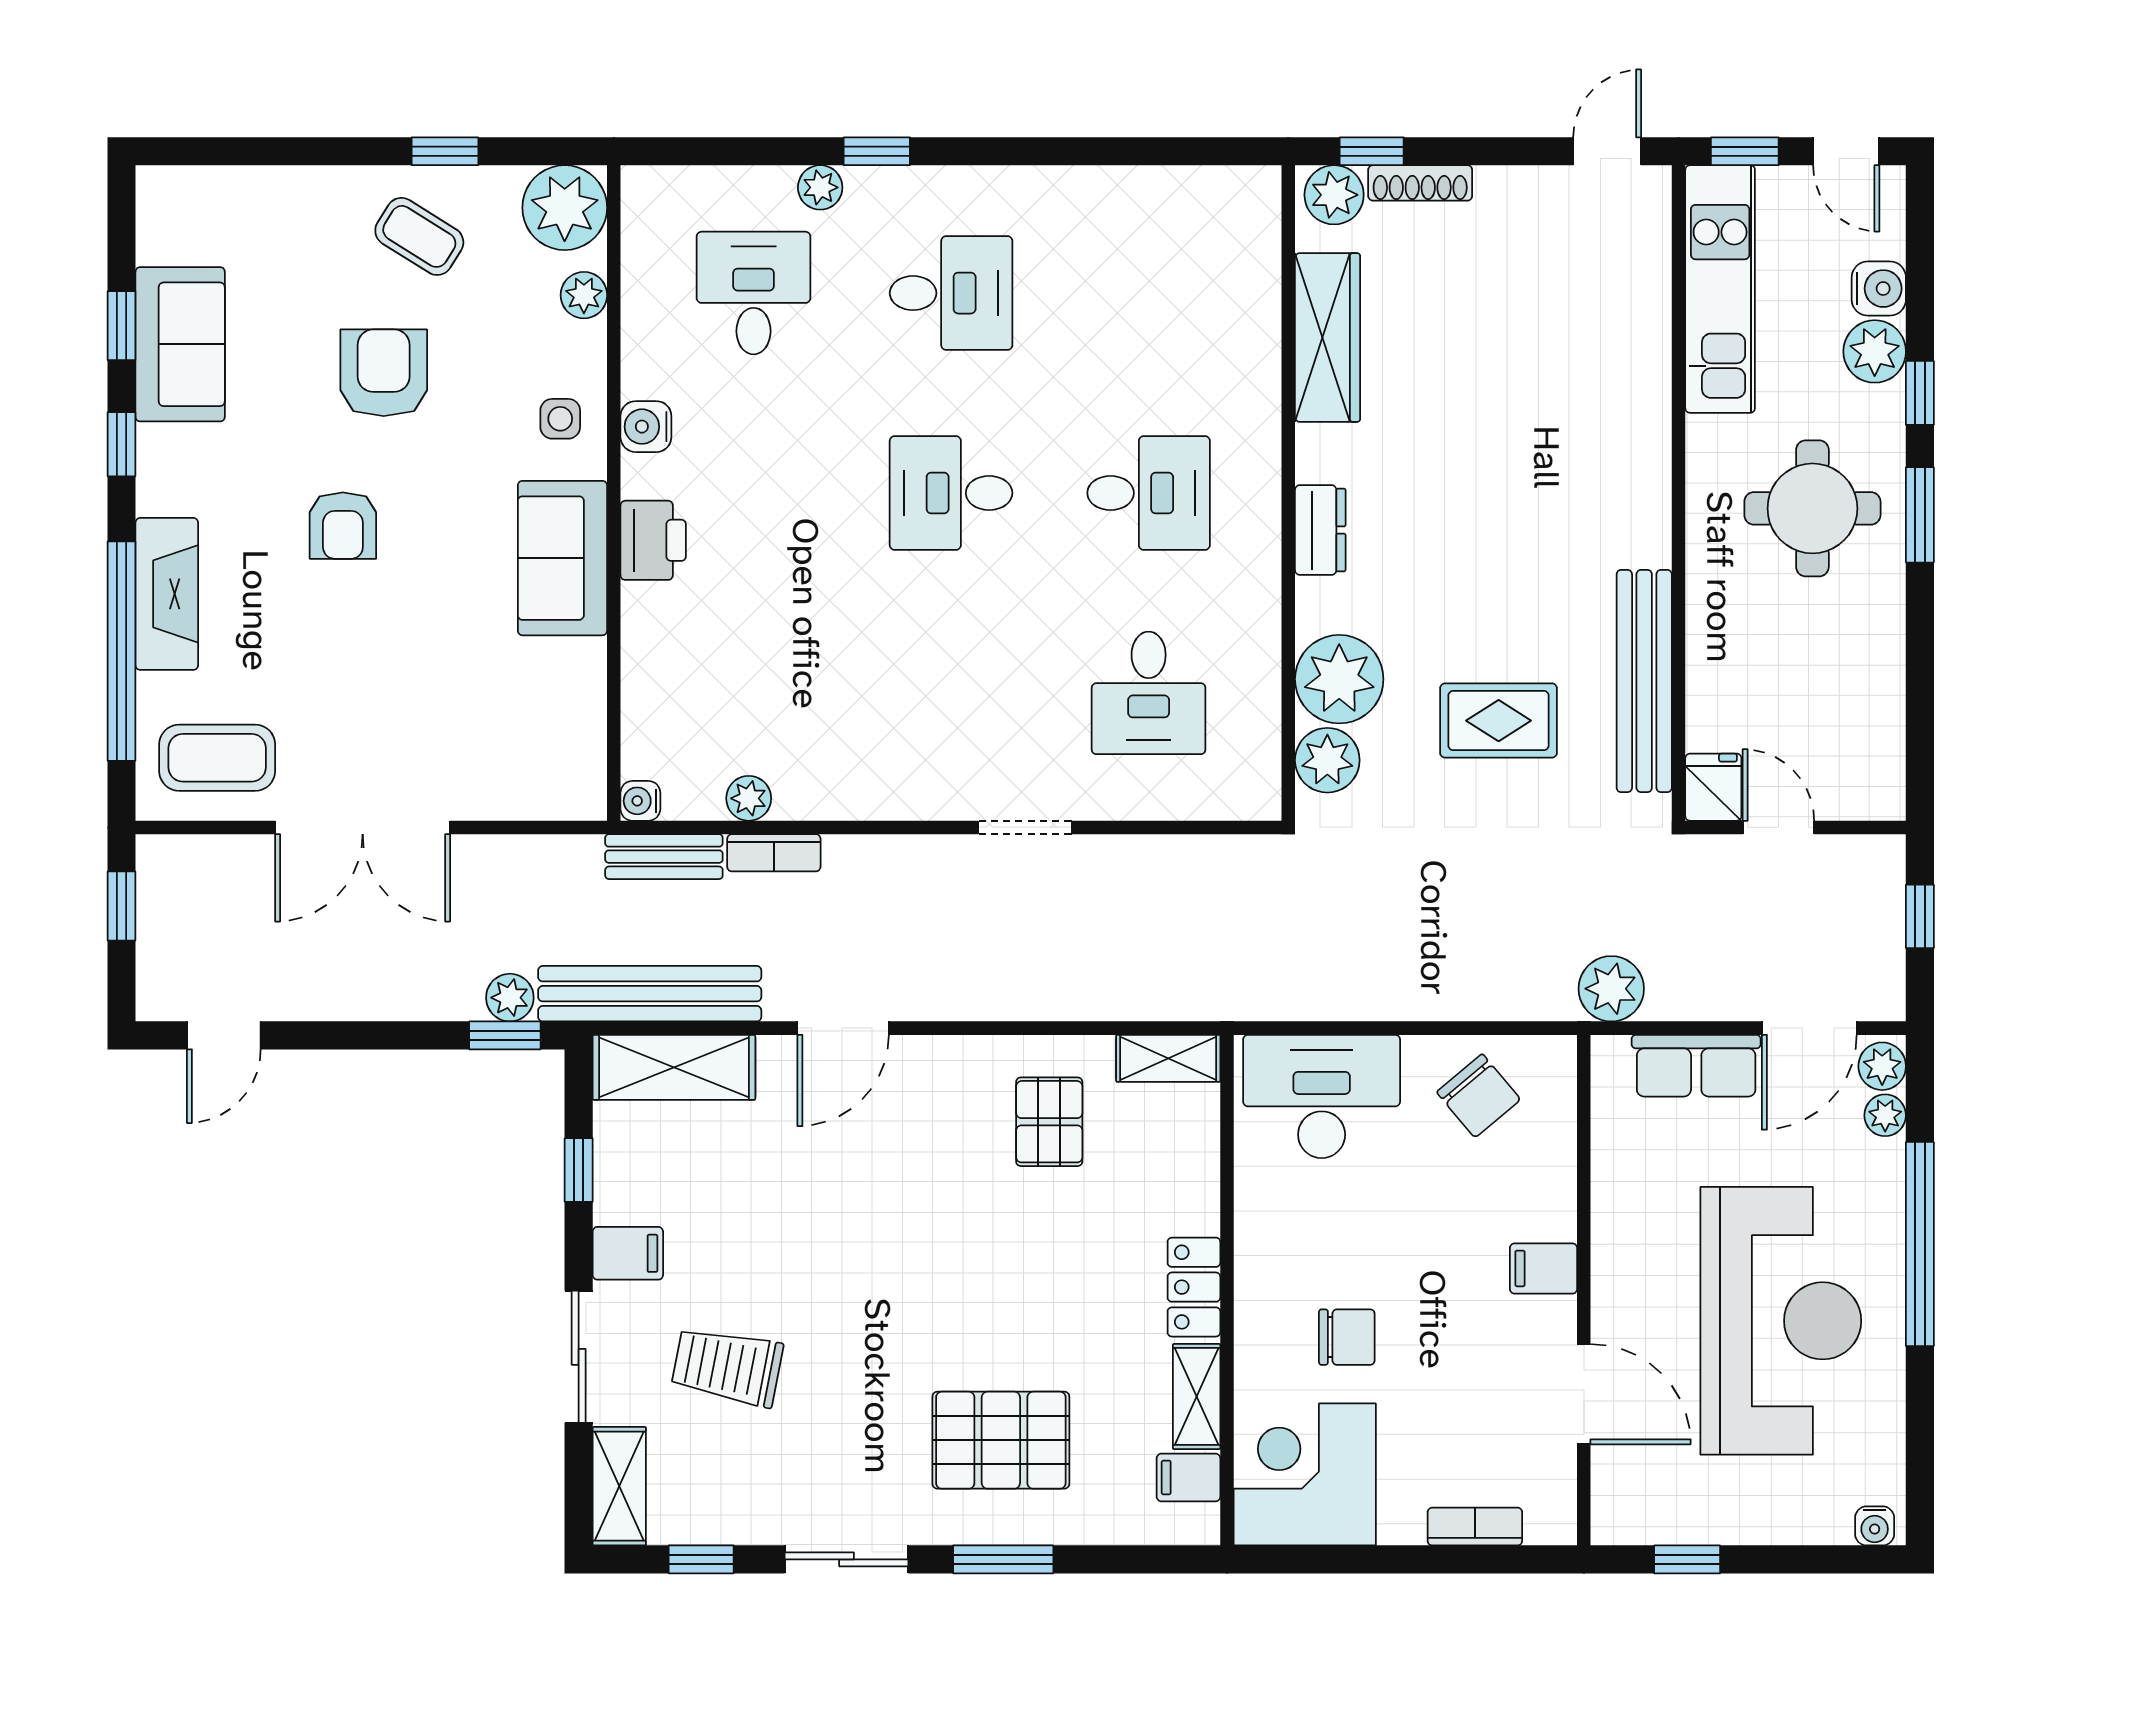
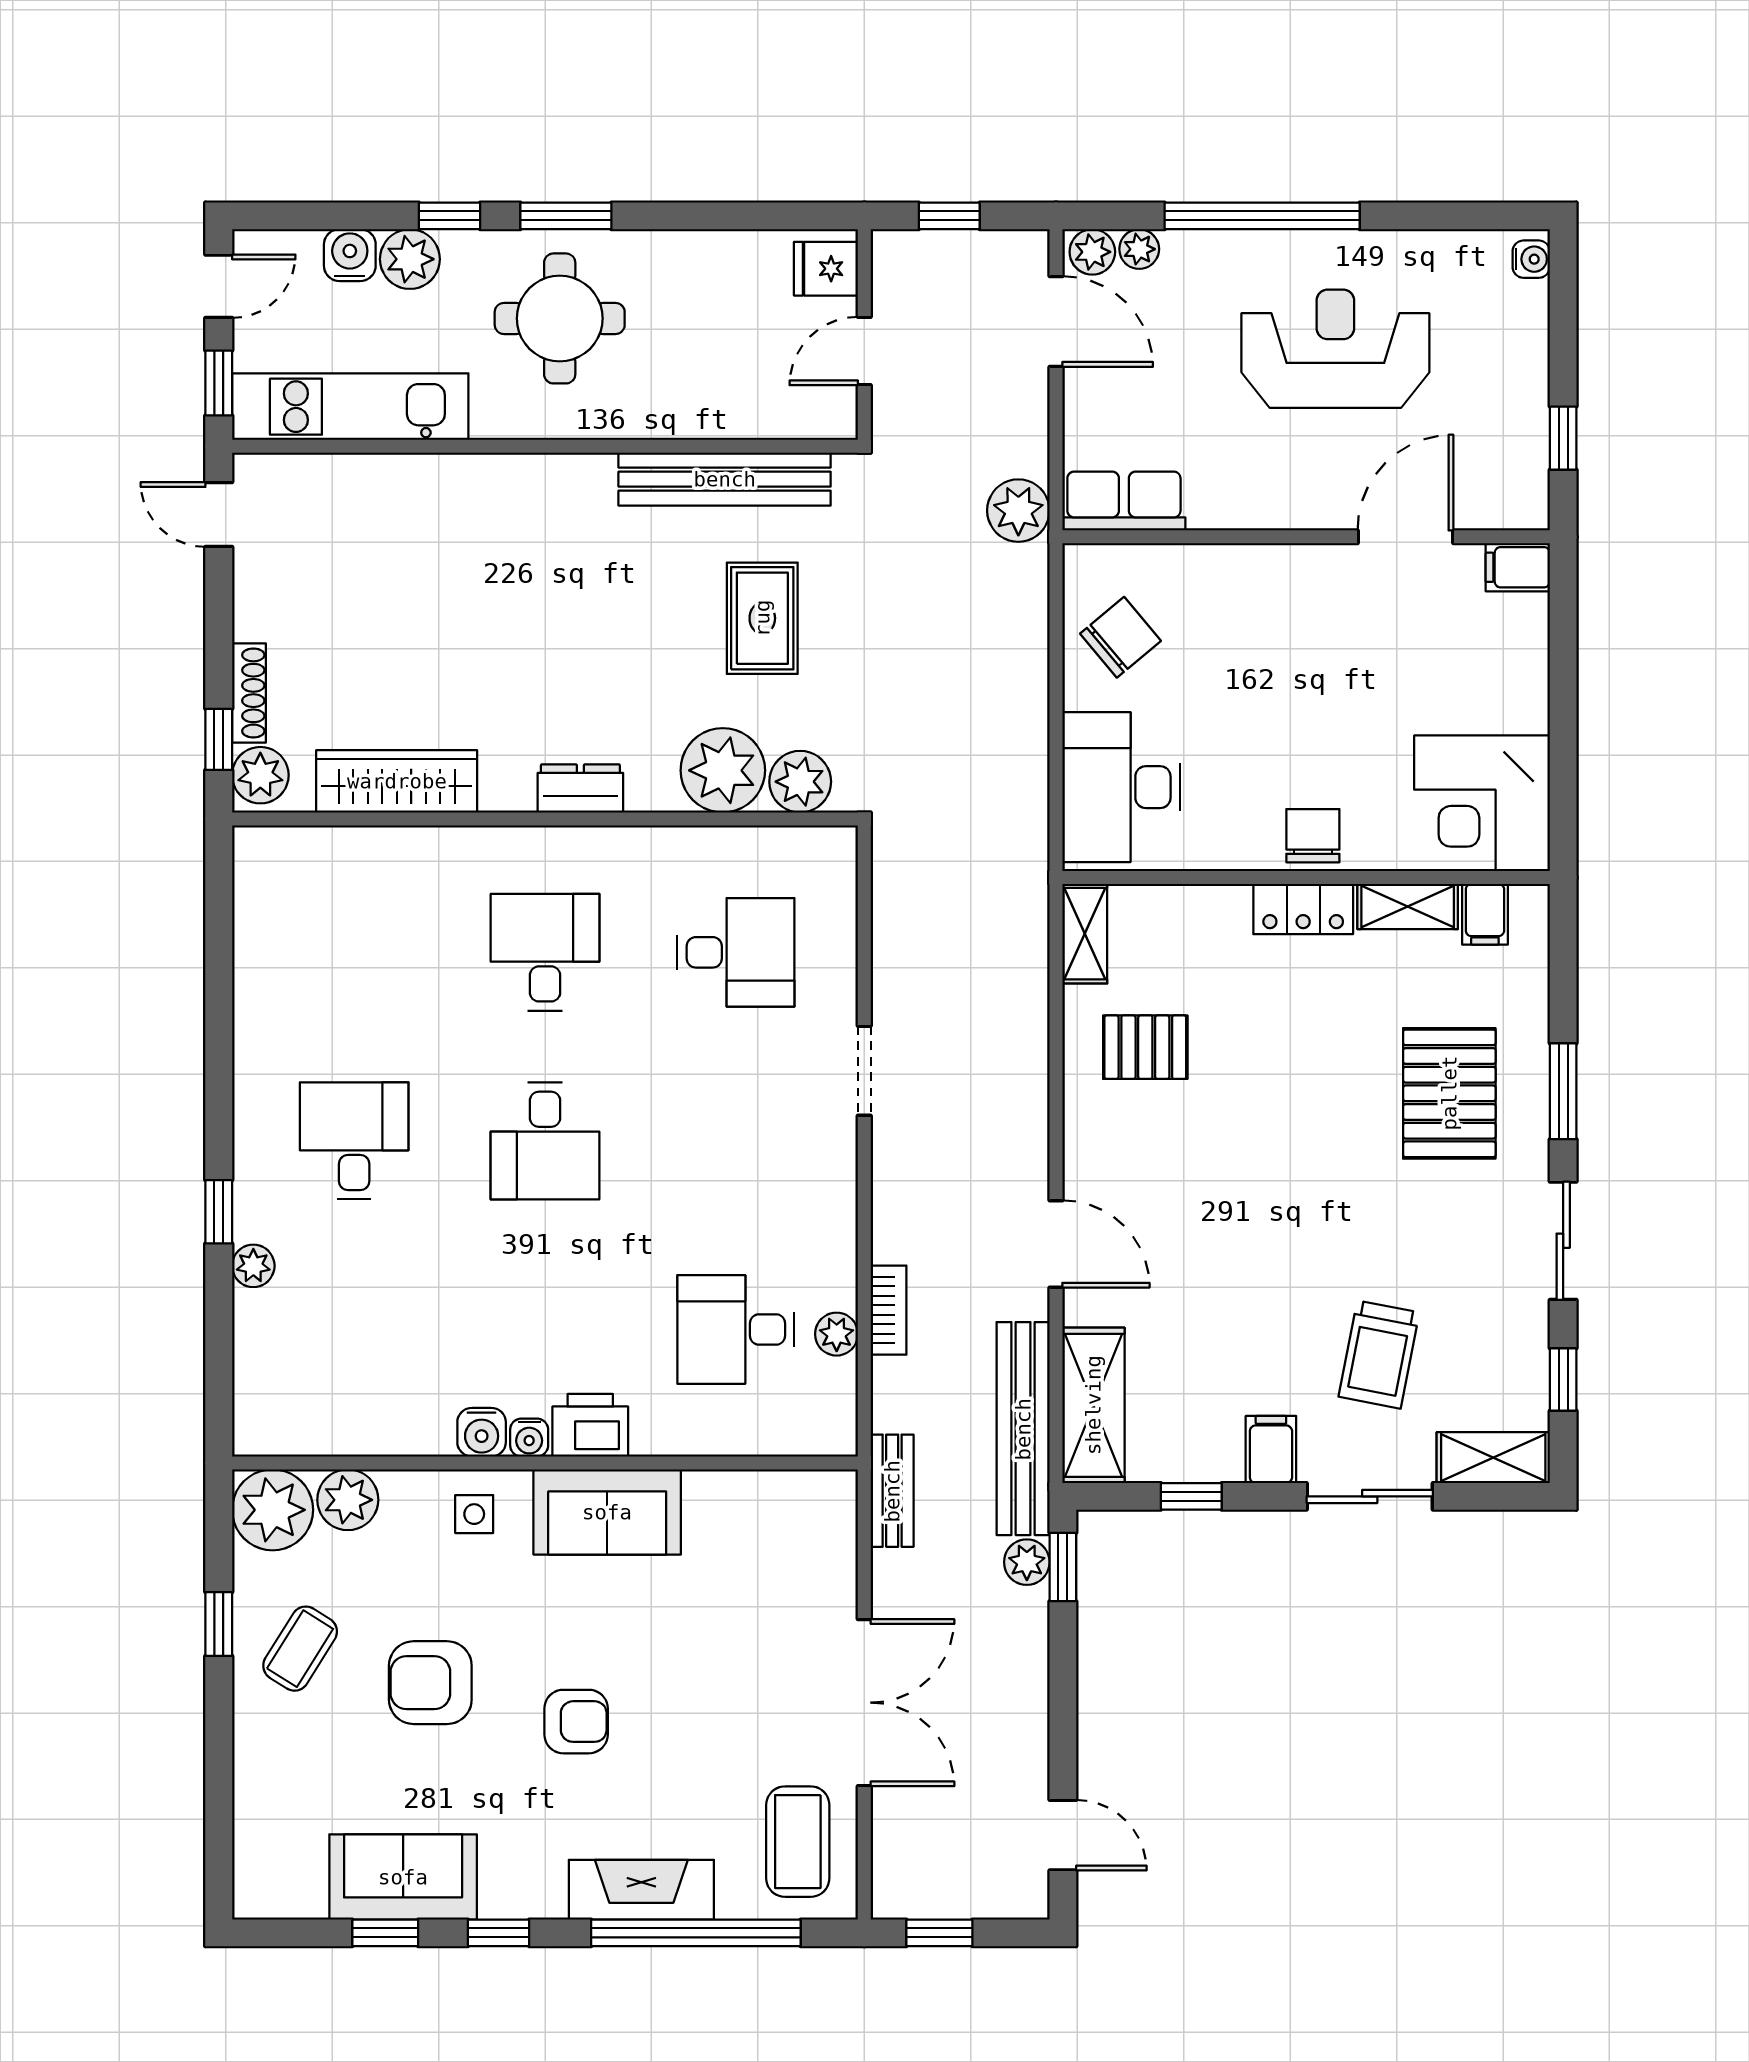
desk: (754, 293) -> (736, 1329), moved
plant: (584, 295) -> (348, 1500), width x1.38, depth x1.38
fridge: (1713, 787) -> (826, 269), moved
water cooler: (640, 801) -> (529, 1438), moved
bench: (664, 857) -> (892, 1491), moved
row of seats: (1696, 1066) -> (1124, 501), moved, turned -90
filing cabinet: (1543, 1268) -> (1518, 567), moved, turned 90
reception desk: (1781, 1321) -> (1335, 349), width x0.74, depth x0.77
chair: (1347, 1337) -> (1313, 836), moved
bookcase: (1475, 1527) -> (1532, 641), removed

